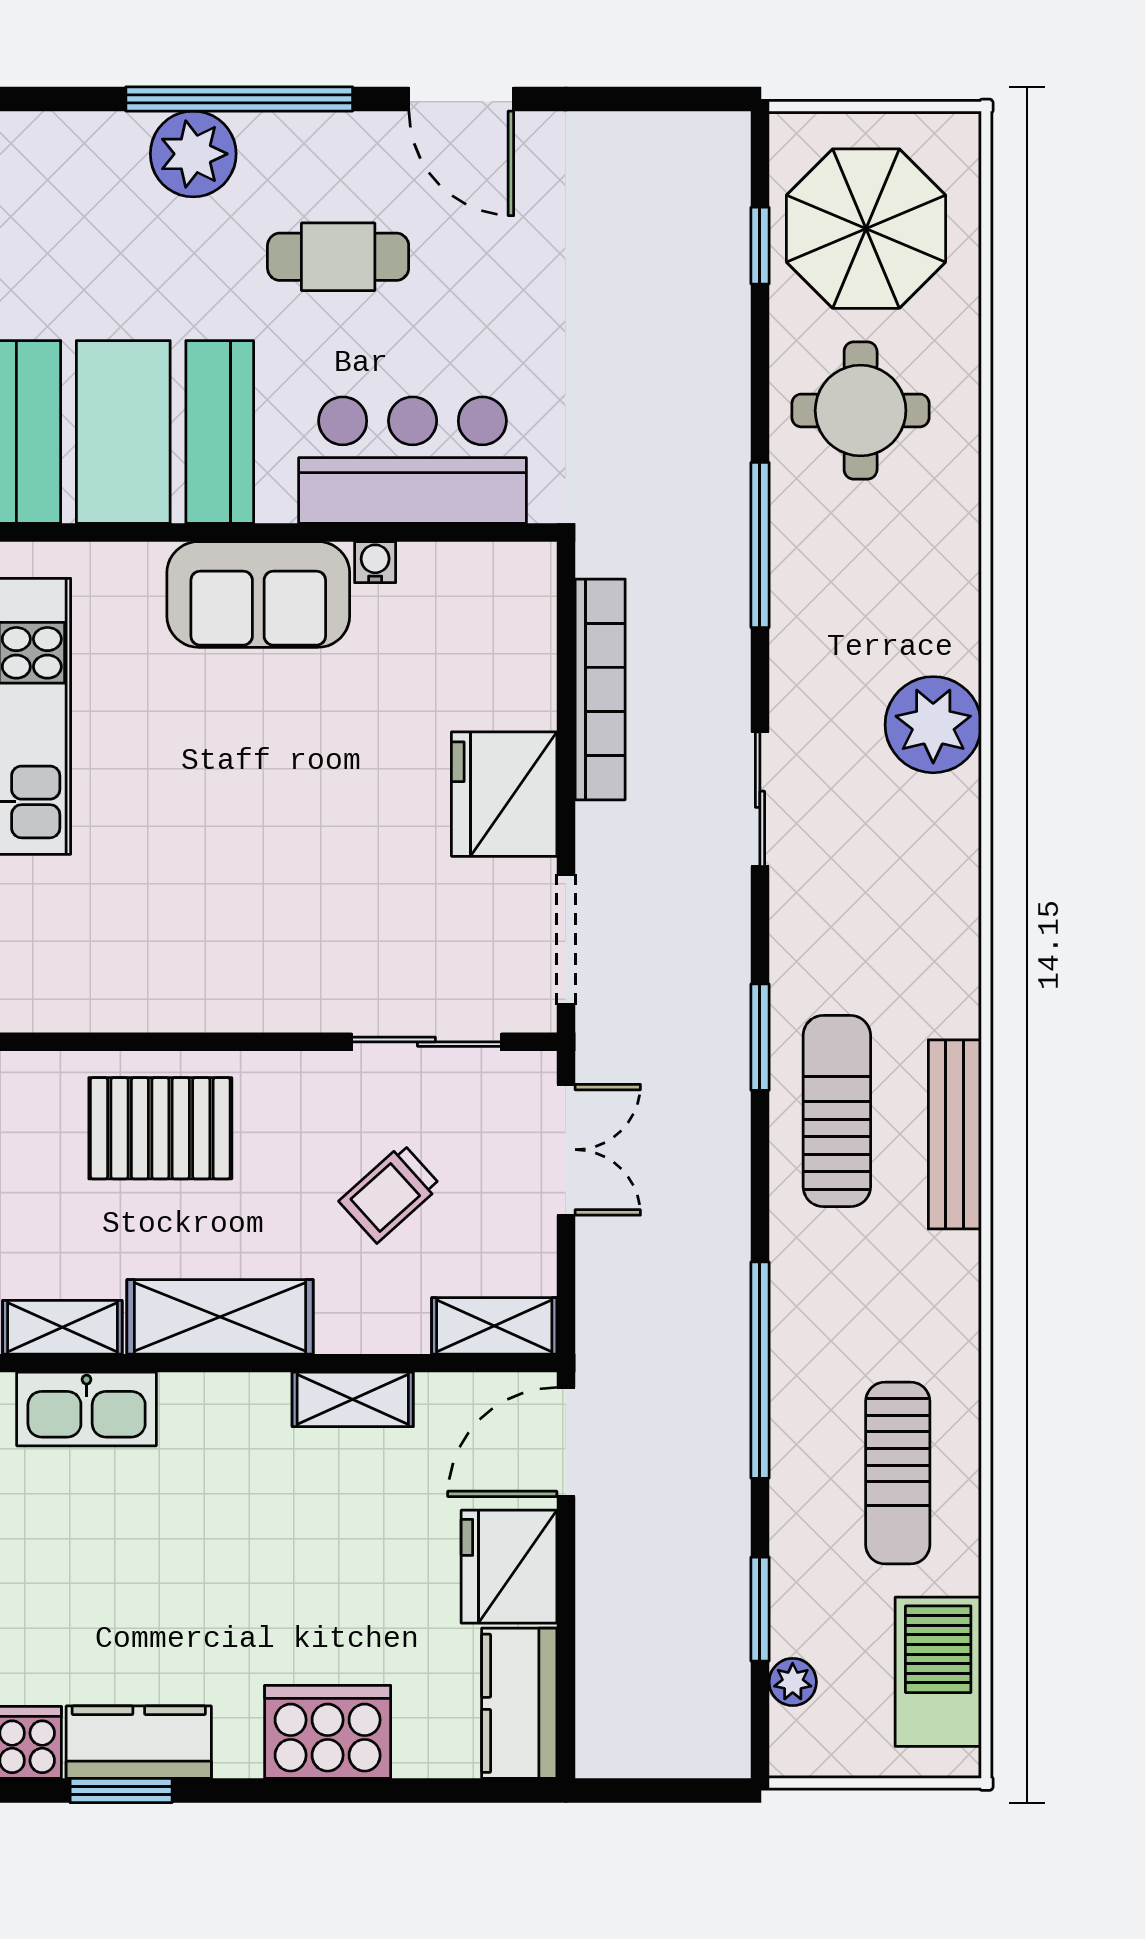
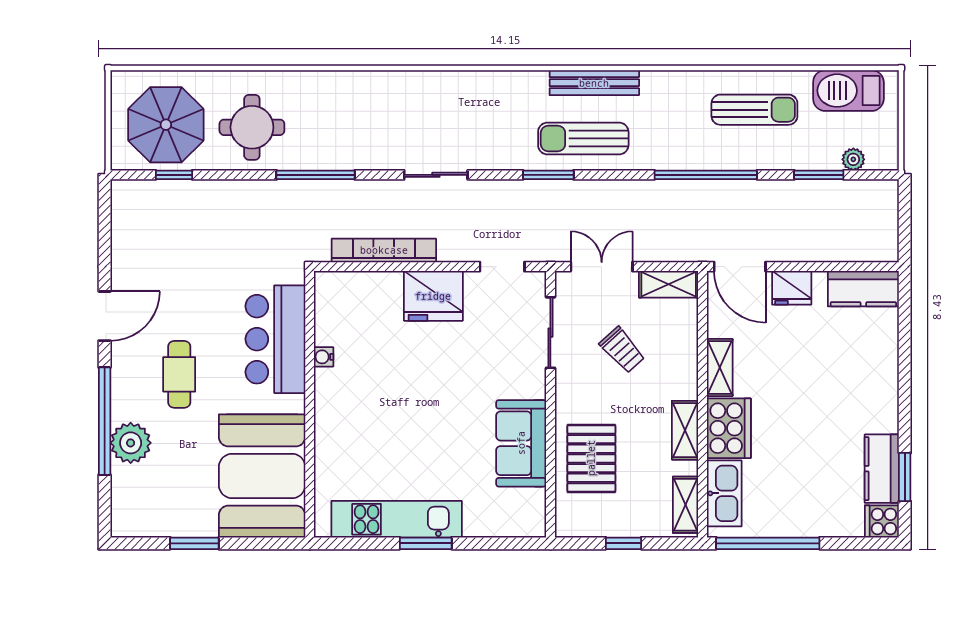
sofa: (258, 594) -> (521, 443), moved, turned 180
plant: (933, 725) -> (401, 93), removed
doorway: (566, 939) -> (502, 267), width x0.73
shelving: (220, 1317) -> (685, 430), width x0.67, depth x0.75
shelving: (494, 1326) -> (669, 284), moved, turned 90
fridge: (509, 1567) -> (792, 288), width x0.73, depth x0.75
cooker: (328, 1732) -> (729, 428), moved, turned 180

